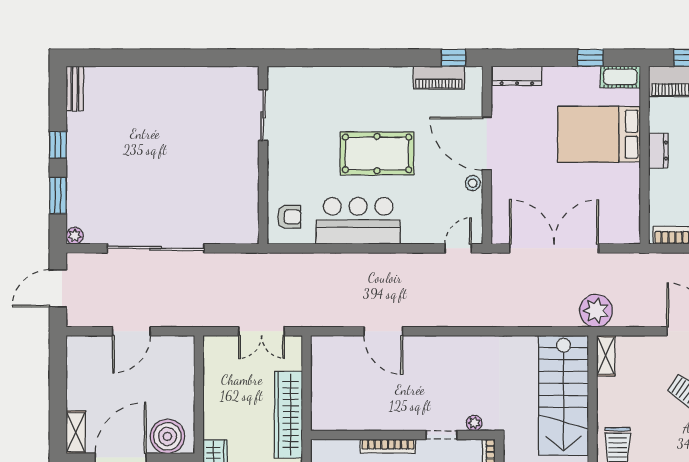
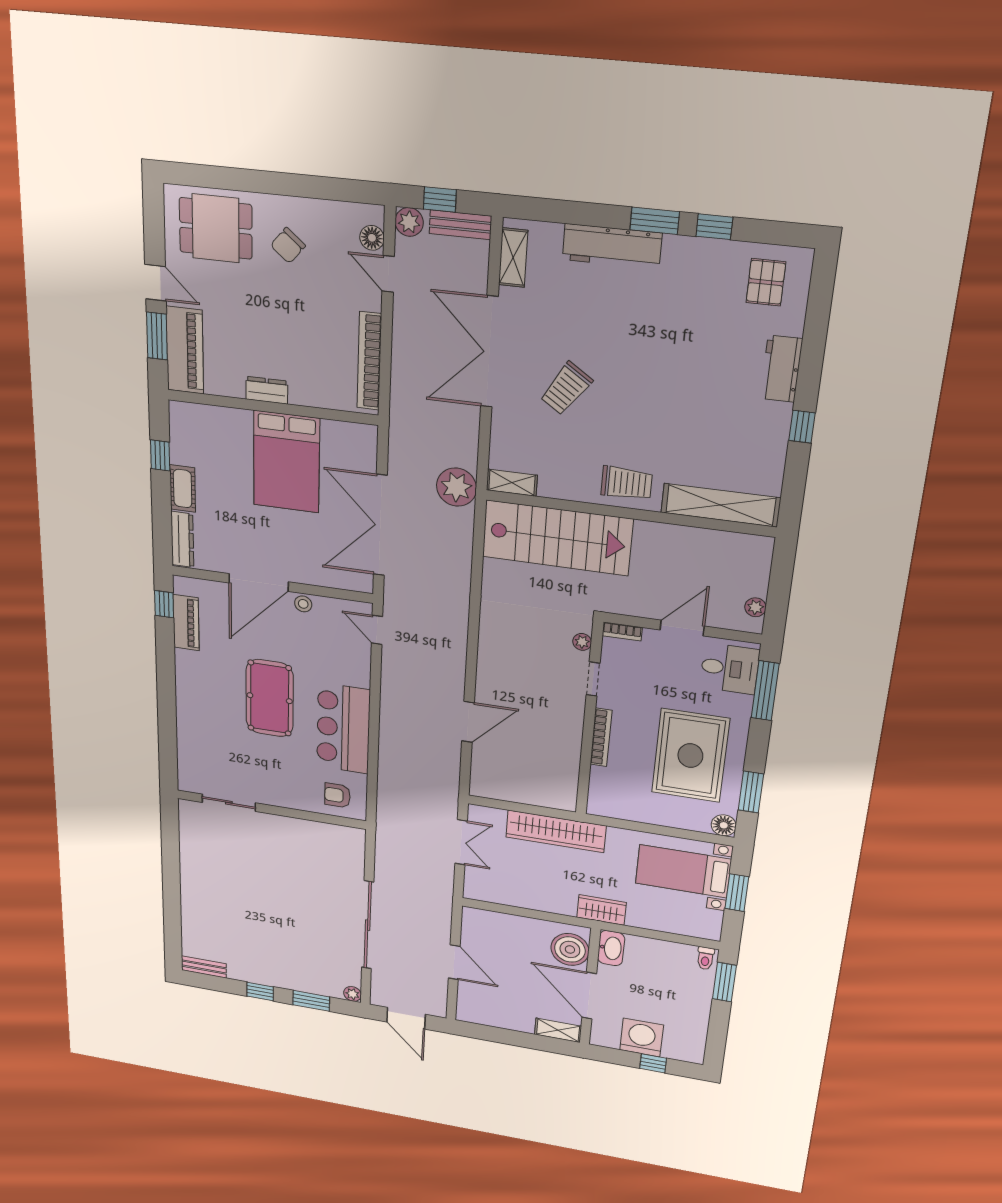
cot: (620, 77) -> (183, 489), moved
bed: (599, 134) -> (286, 462), moved
armchair: (289, 217) -> (337, 795), turned -90

